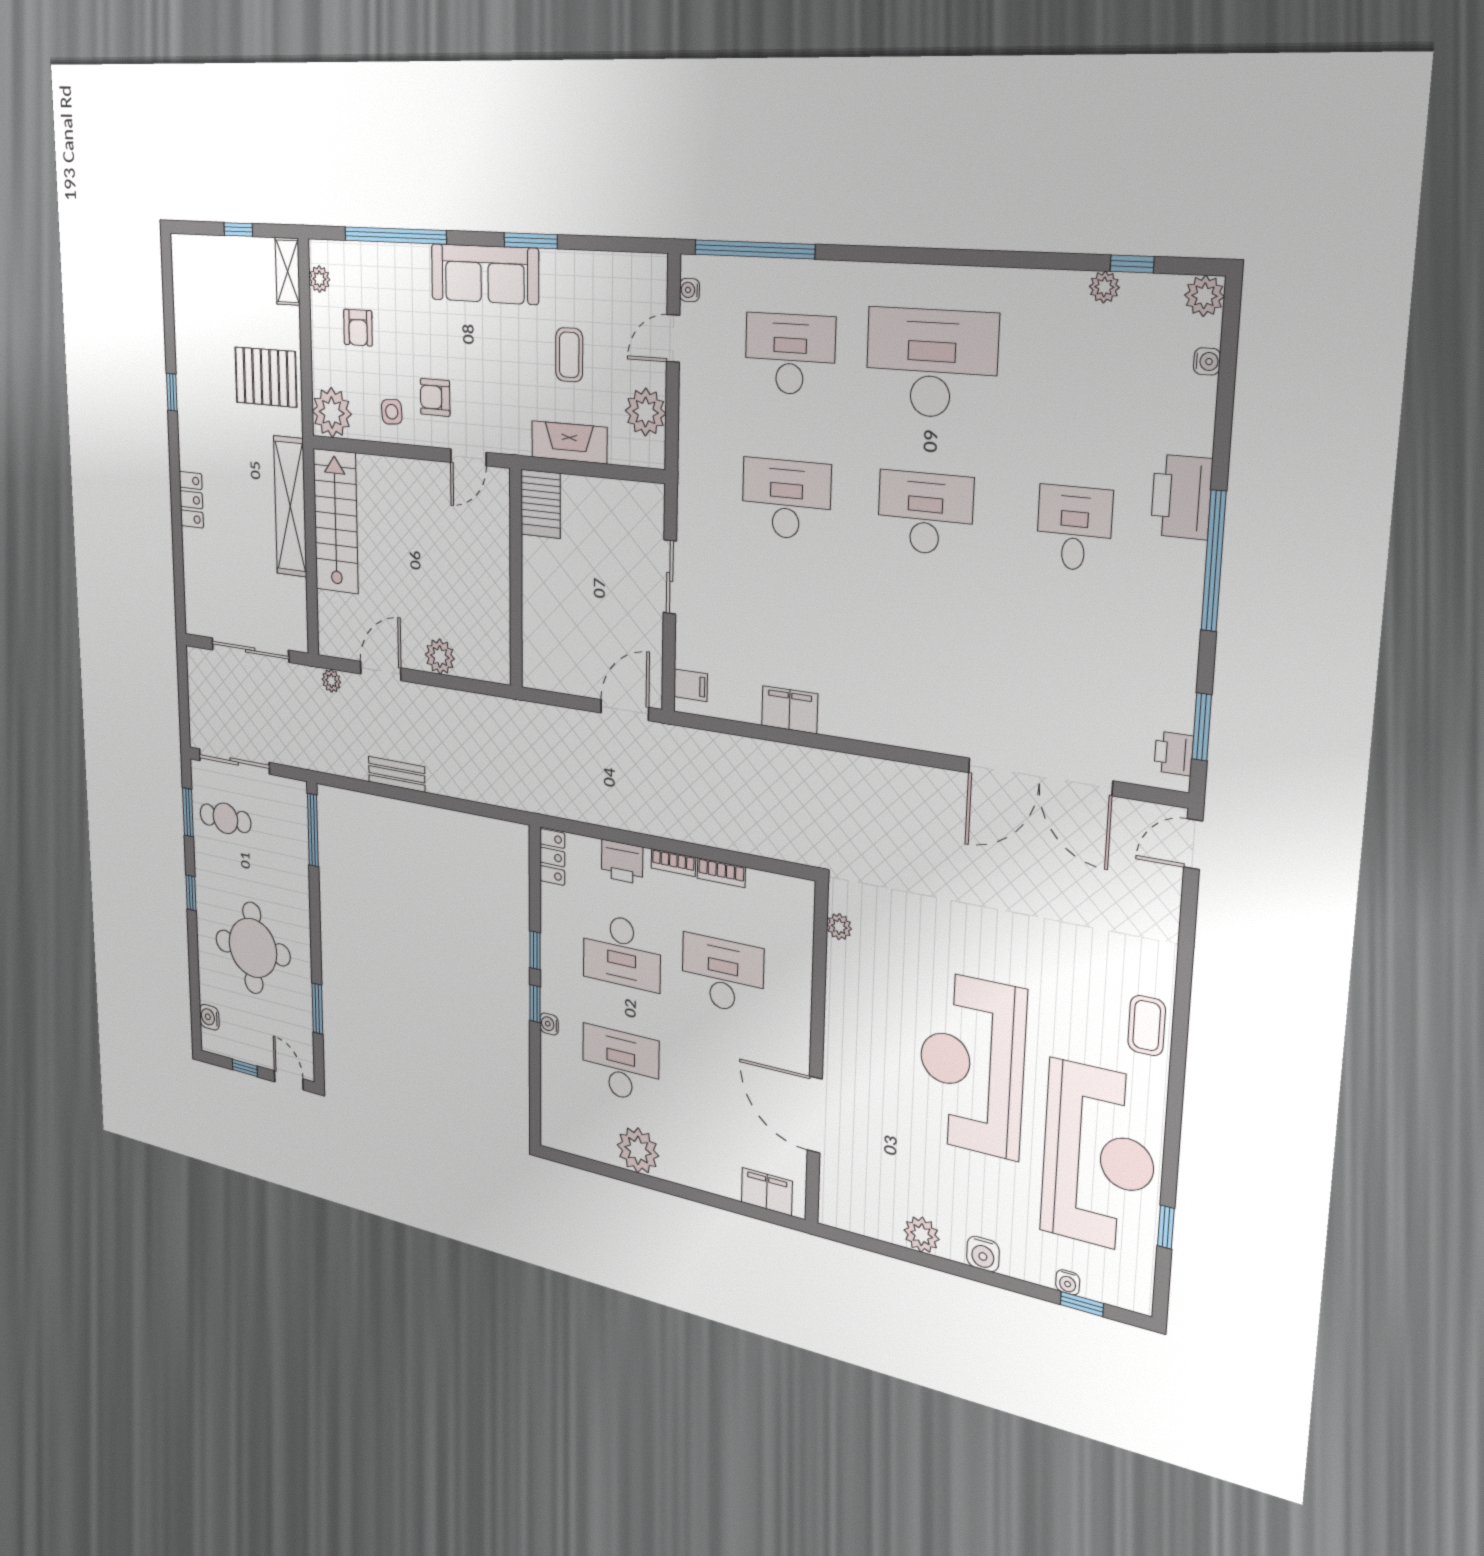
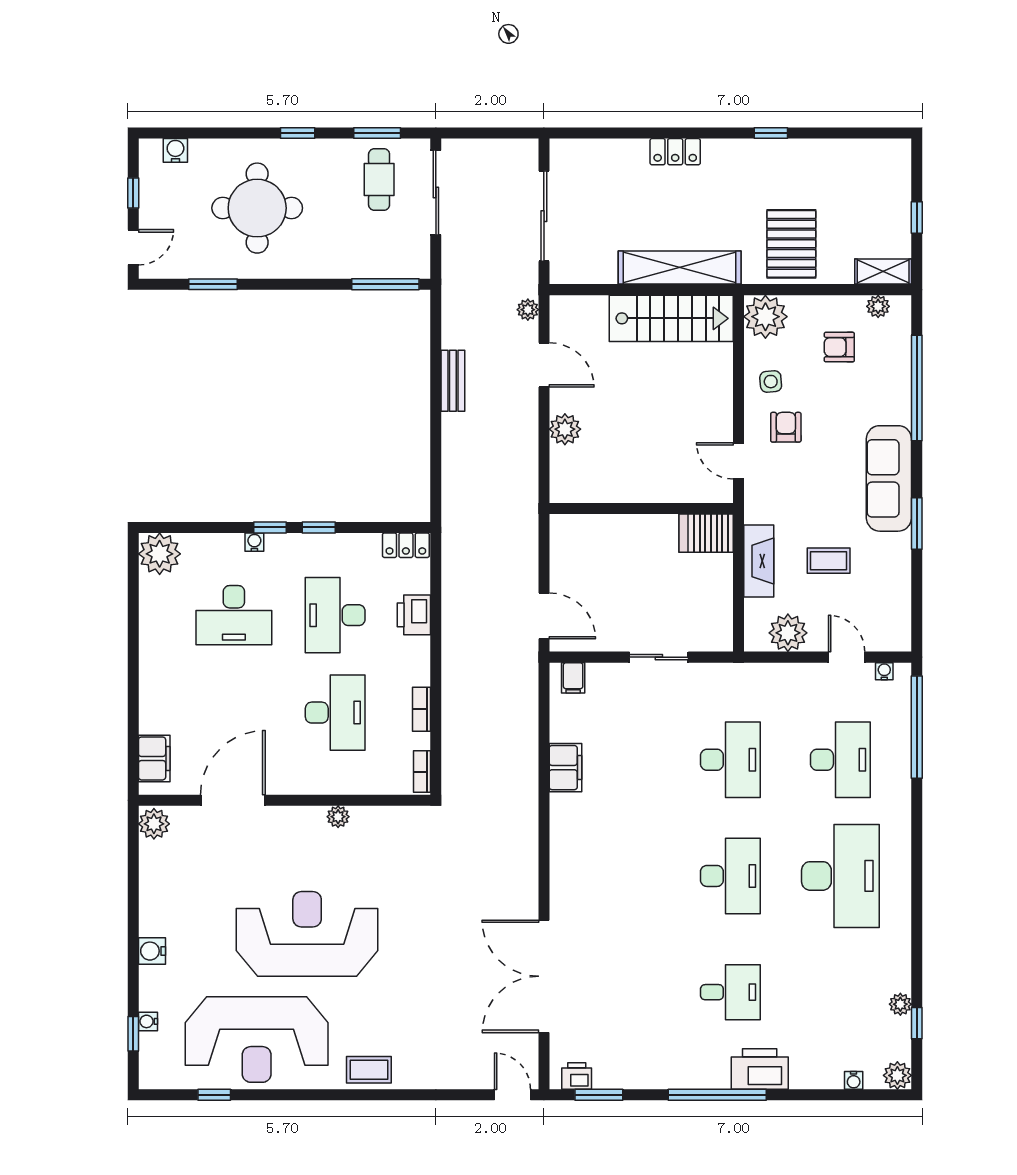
bookcase: (673, 863) -> (422, 772), moved
plant: (839, 927) -> (338, 817), moved
desk: (621, 1064) -> (234, 615), turned 90
plant: (638, 1150) -> (160, 554), moved
plant: (922, 1235) -> (154, 824), moved

